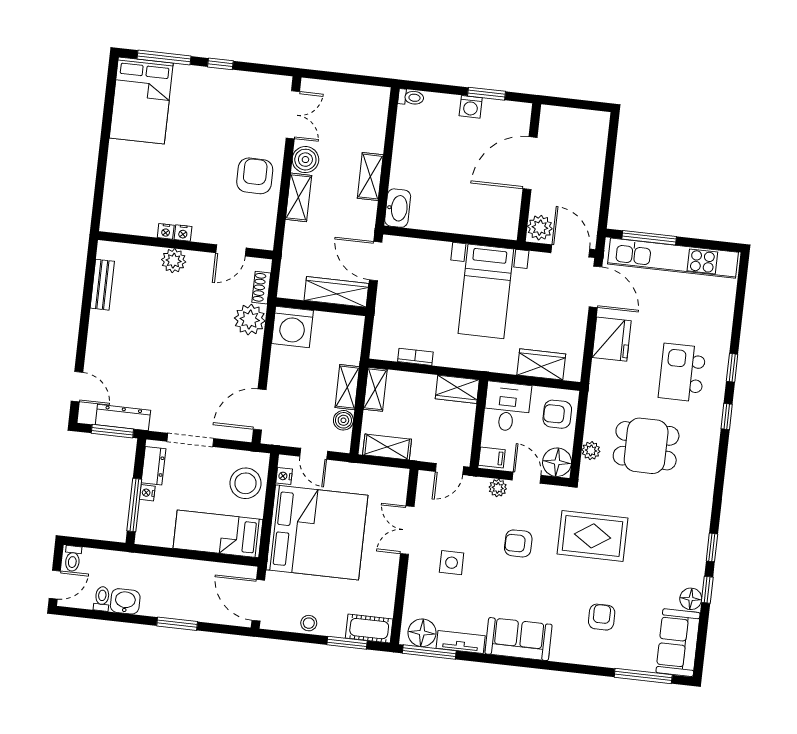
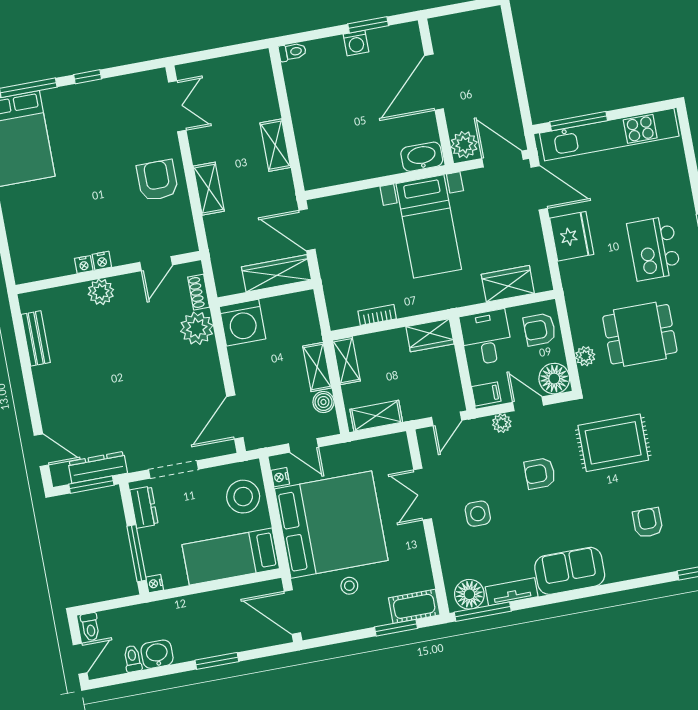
boiler: (305, 160) -> (204, 148), removed
washbasin: (398, 208) -> (422, 157), moved, turned -90
nightstand: (147, 493) -> (155, 584), moved
stool: (309, 623) -> (349, 586), moved

